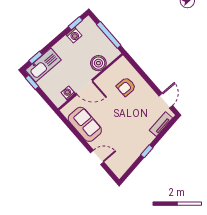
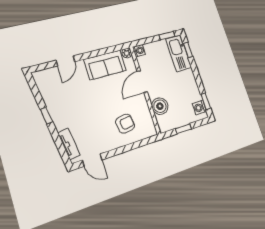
washing machine: (74, 35) -> (199, 108), moved
window: (109, 35) -> (183, 129), width x0.46
armchair: (126, 87) -> (125, 124), turned 82
washing machine: (68, 93) -> (139, 51), moved
plant: (66, 111) -> (127, 53), added

